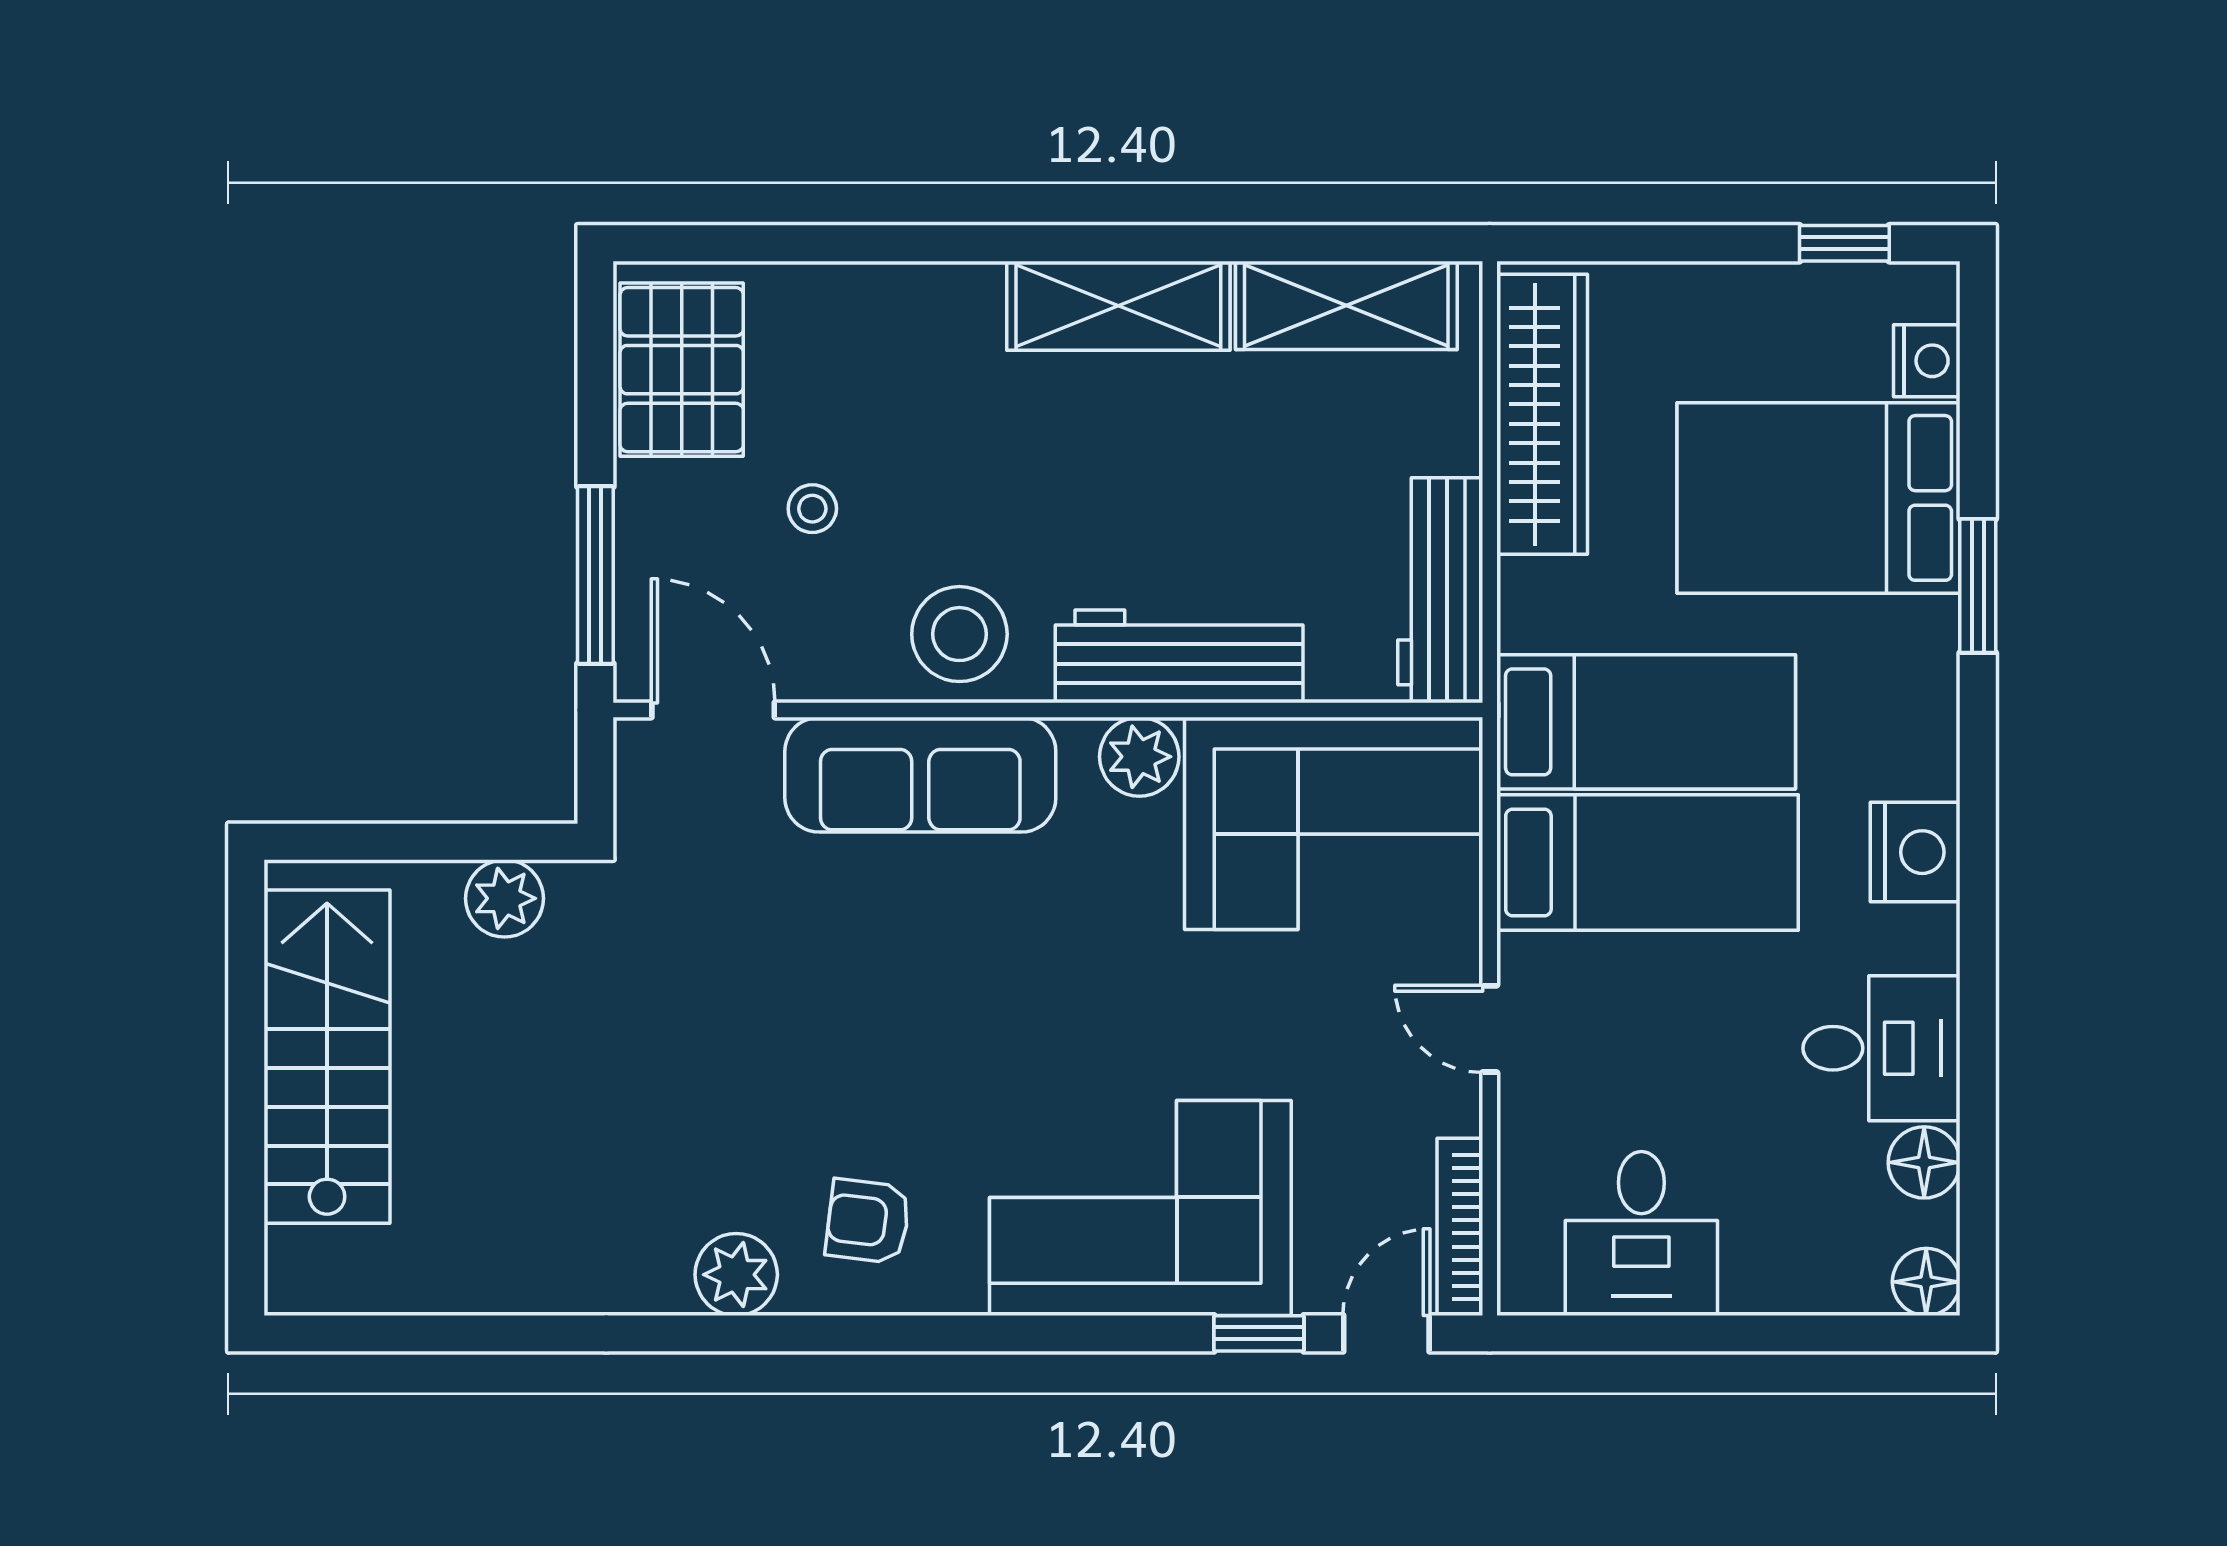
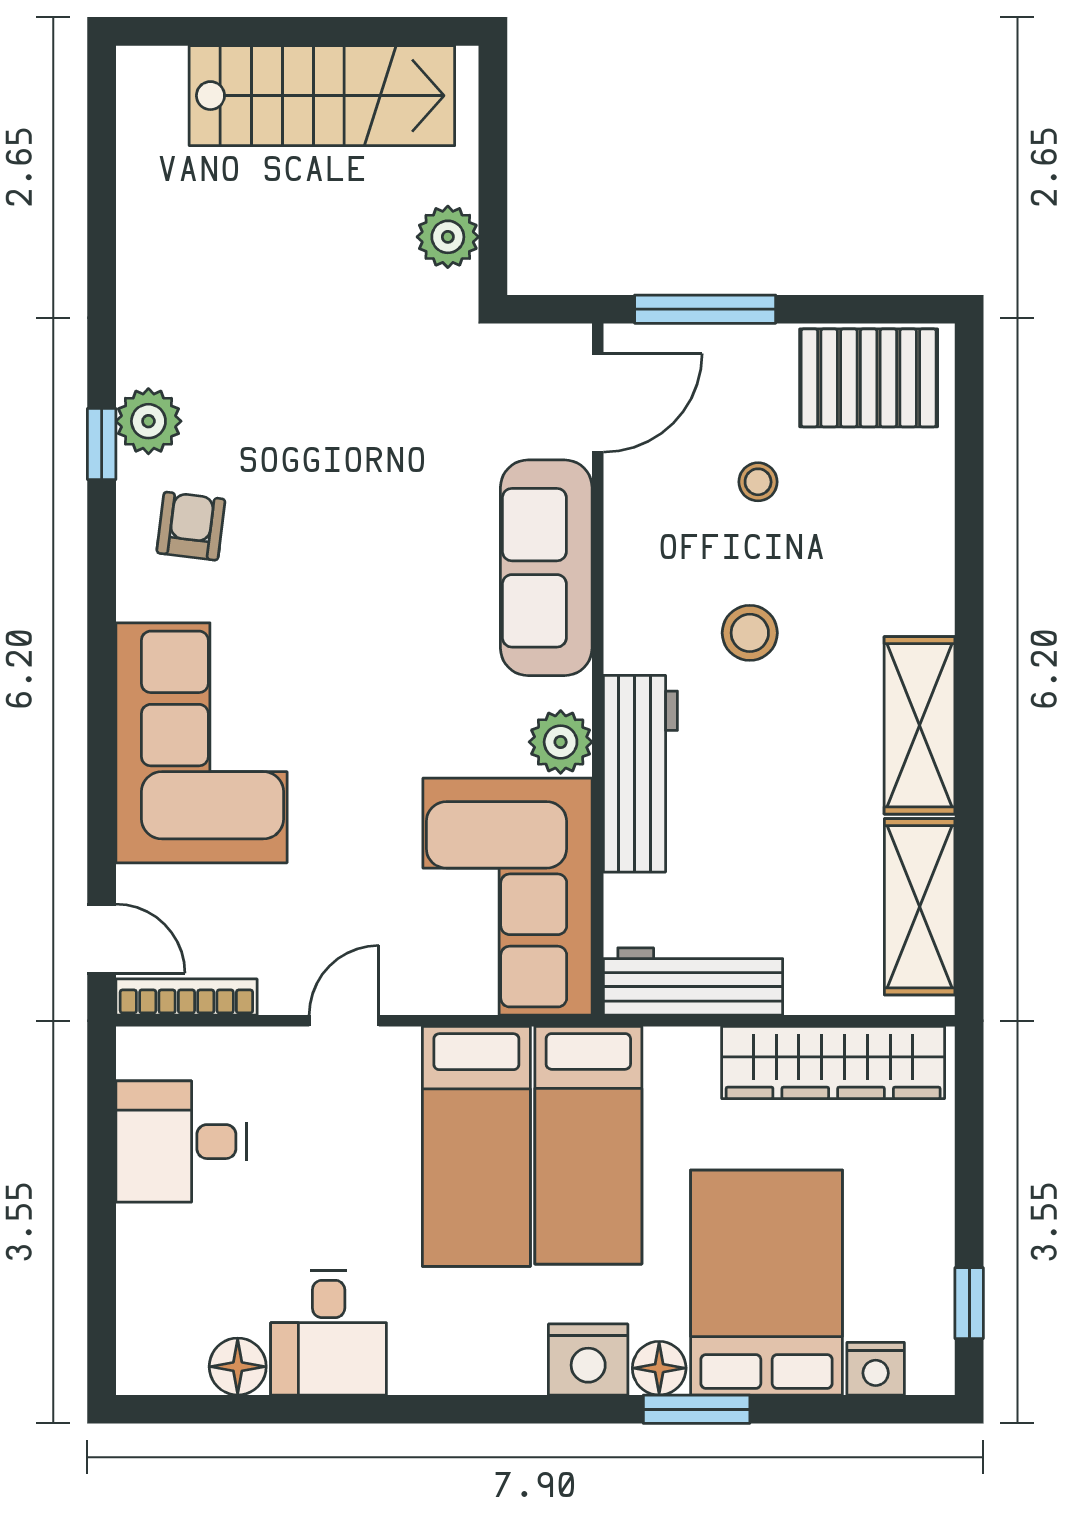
stool: (959, 634) -> (750, 633), moved, width x0.73, depth x0.73
nightstand: (1915, 852) -> (588, 1359), moved
floor lamp: (1926, 1282) -> (659, 1368), moved
window: (1259, 1333) -> (102, 444), moved

